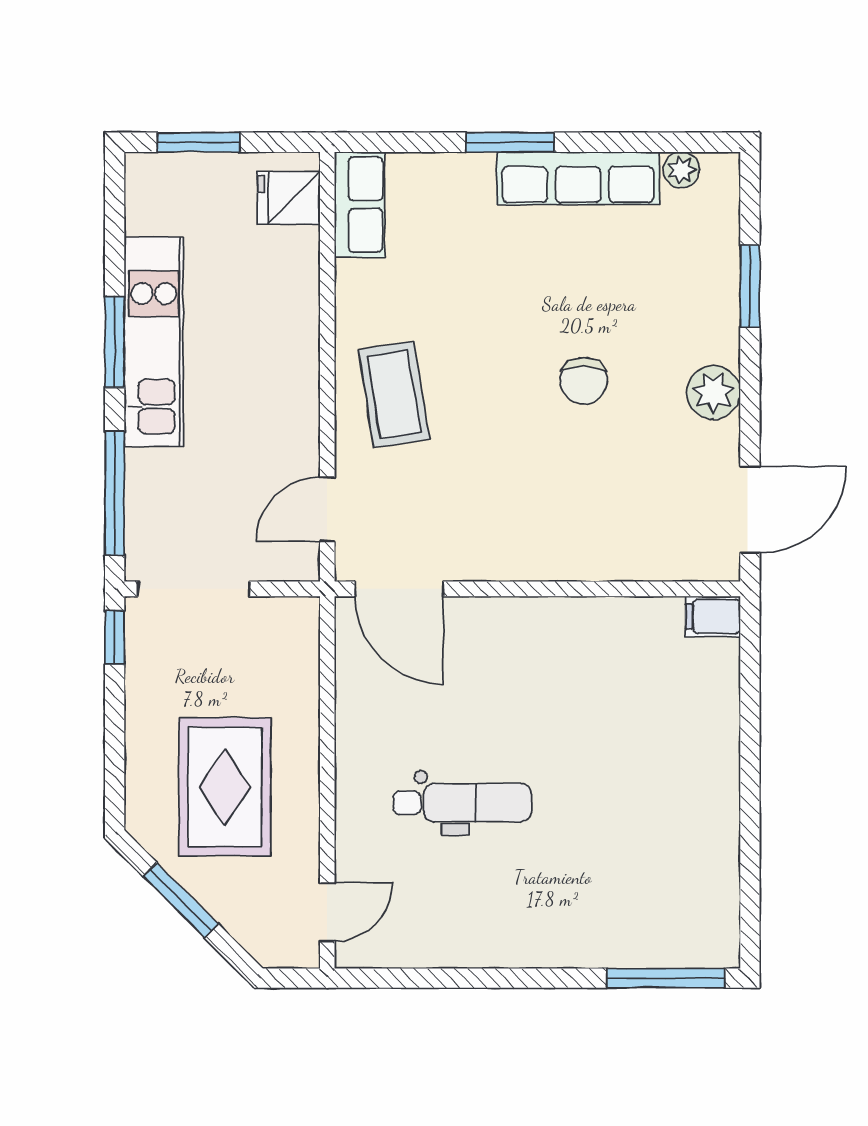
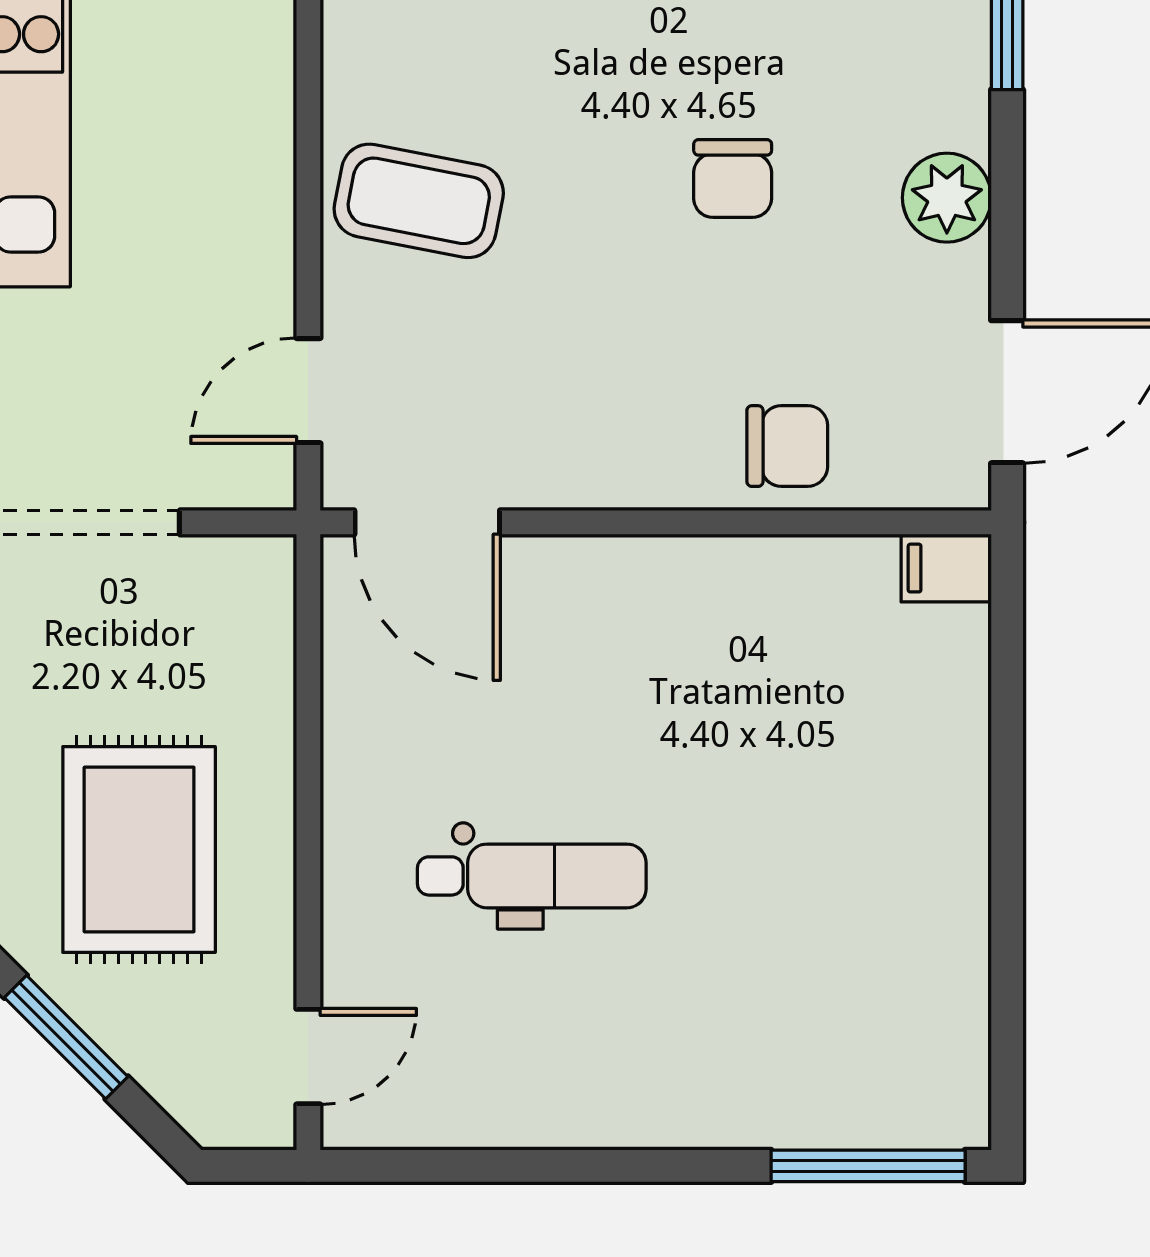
coffee table: (394, 394) -> (419, 201), turned -70
chair: (617, 543) -> (787, 446), added

